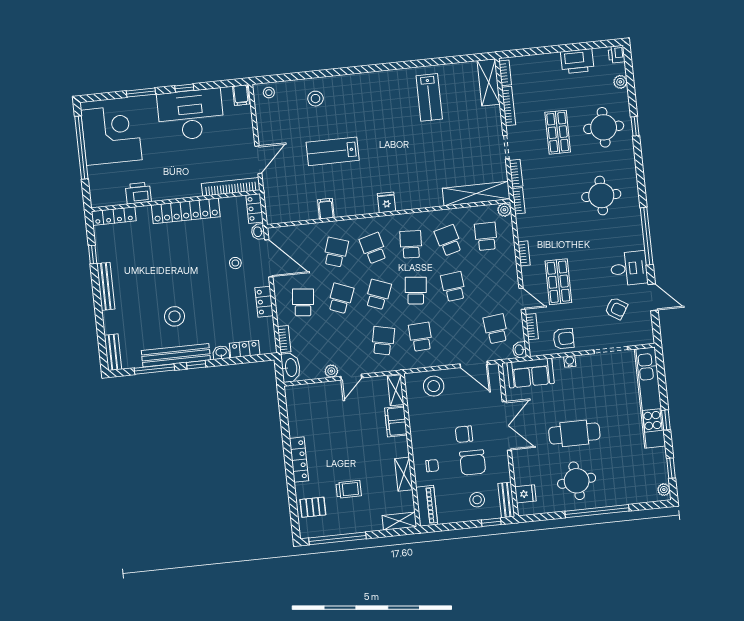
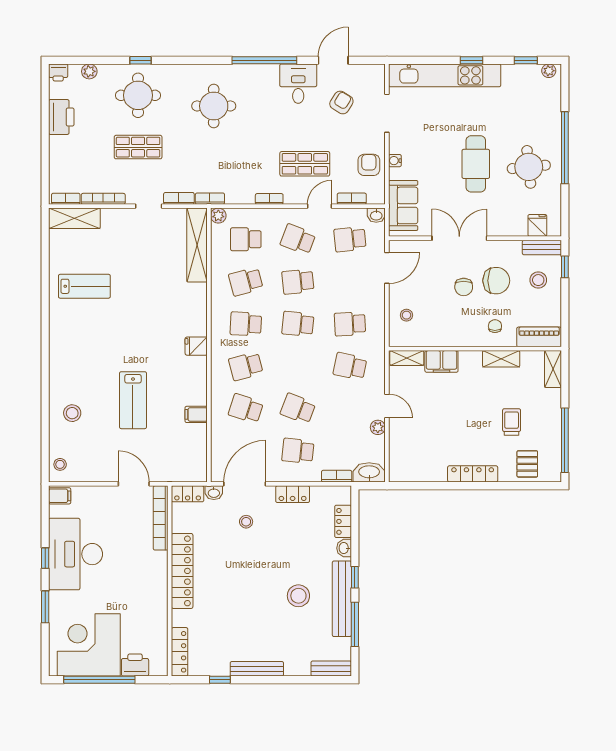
printer: (138, 193) -> (135, 665), moved, turned 90
school desk: (378, 294) -> (298, 239), moved
stool: (434, 386) -> (406, 315), width x0.53, depth x0.53

